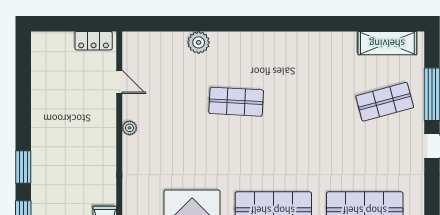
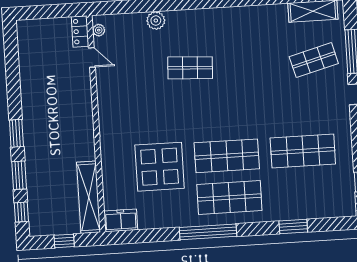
locker: (94, 41) -> (80, 31), moved, turned 90
plant: (130, 128) -> (99, 30), moved

